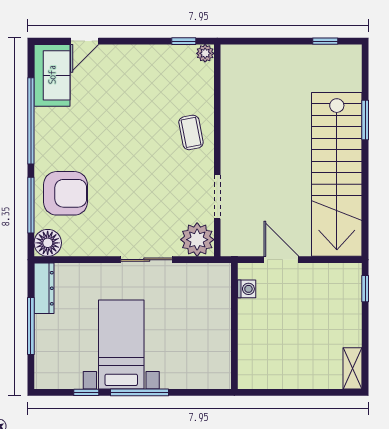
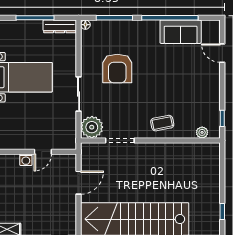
plant: (205, 53) -> (202, 132), moved
sofa: (52, 75) -> (181, 32), moved
armchair: (65, 193) -> (117, 68), moved
floor lamp: (48, 243) -> (85, 25), width x0.53, depth x0.53
washing machine: (247, 289) -> (26, 160), moved
door: (234, 314) -> (43, 152), added

